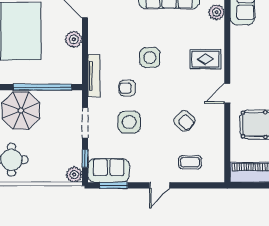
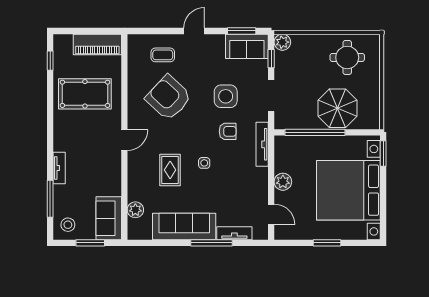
side table: (150, 58) -> (204, 163), width x0.54, depth x0.54
rug: (205, 59) -> (170, 170), moved, turned 90
door: (227, 93) -> (124, 140), moved
armchair: (184, 121) -> (168, 98), width x1.88, depth x1.88

